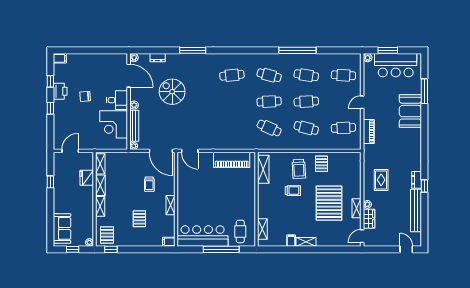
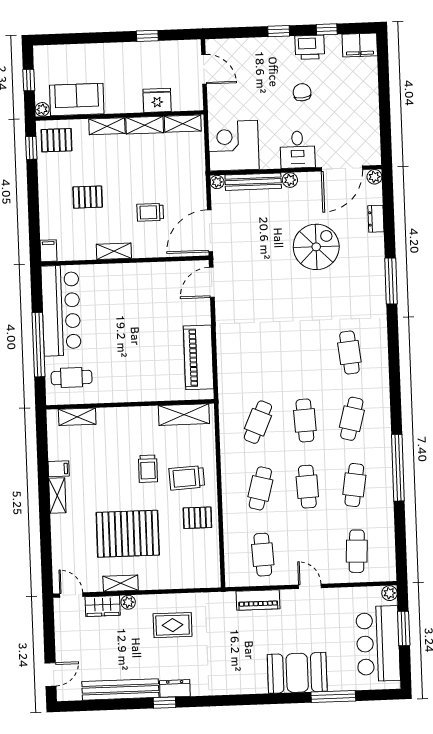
filing cabinet: (60, 58) -> (360, 45), width x2.00
corner desk: (114, 124) -> (234, 146), moved
sofa: (62, 228) -> (77, 100), moved, turned 180

